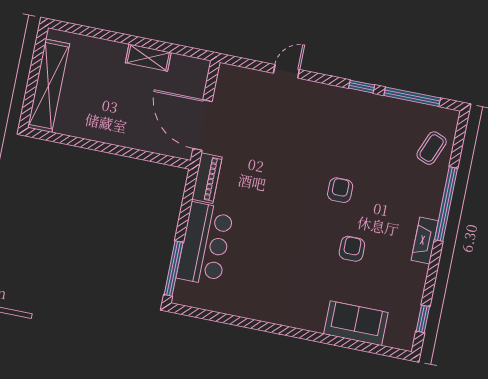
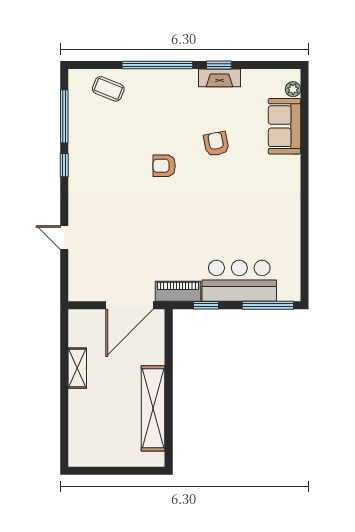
shelving: (49, 86) -> (153, 408), moved, turned 90
window: (186, 204) -> (206, 305), added
fireplace: (425, 241) -> (220, 78), moved
armchair: (352, 249) -> (216, 144), turned 79
window: (423, 319) -> (219, 65), moved
plant: (393, 340) -> (293, 89), added

